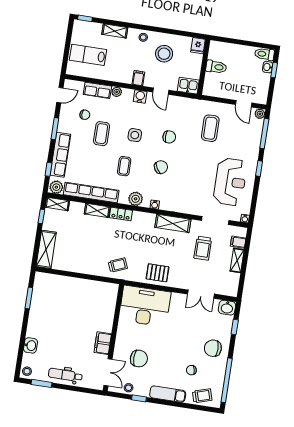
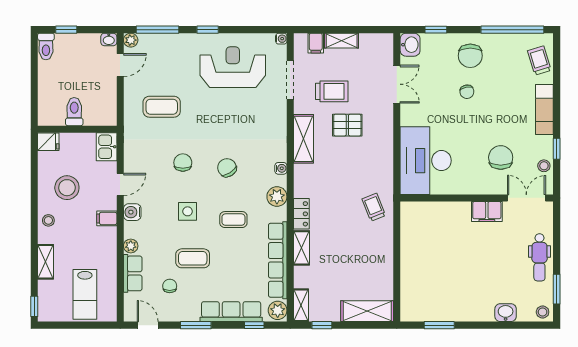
washbasin: (267, 67) -> (109, 39), moved
pallet: (157, 273) -> (347, 125), moved, turned 90
chair: (191, 370) -> (467, 92), moved

